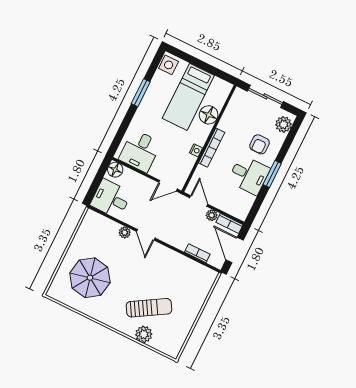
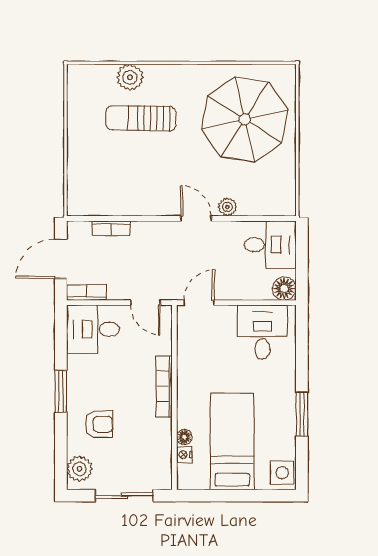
floor lamp: (209, 115) -> (184, 437), width x0.53, depth x0.53
armchair: (260, 144) -> (99, 424), turned 90
nightstand: (196, 150) -> (184, 455), moved
desk: (249, 175) -> (93, 329), moved
plant: (212, 215) -> (117, 291), removed
door: (235, 250) -> (61, 259), swing flipped
parasol: (90, 278) -> (245, 119), width x1.36, depth x1.36
sun lounger: (149, 308) -> (141, 118), turned 32

